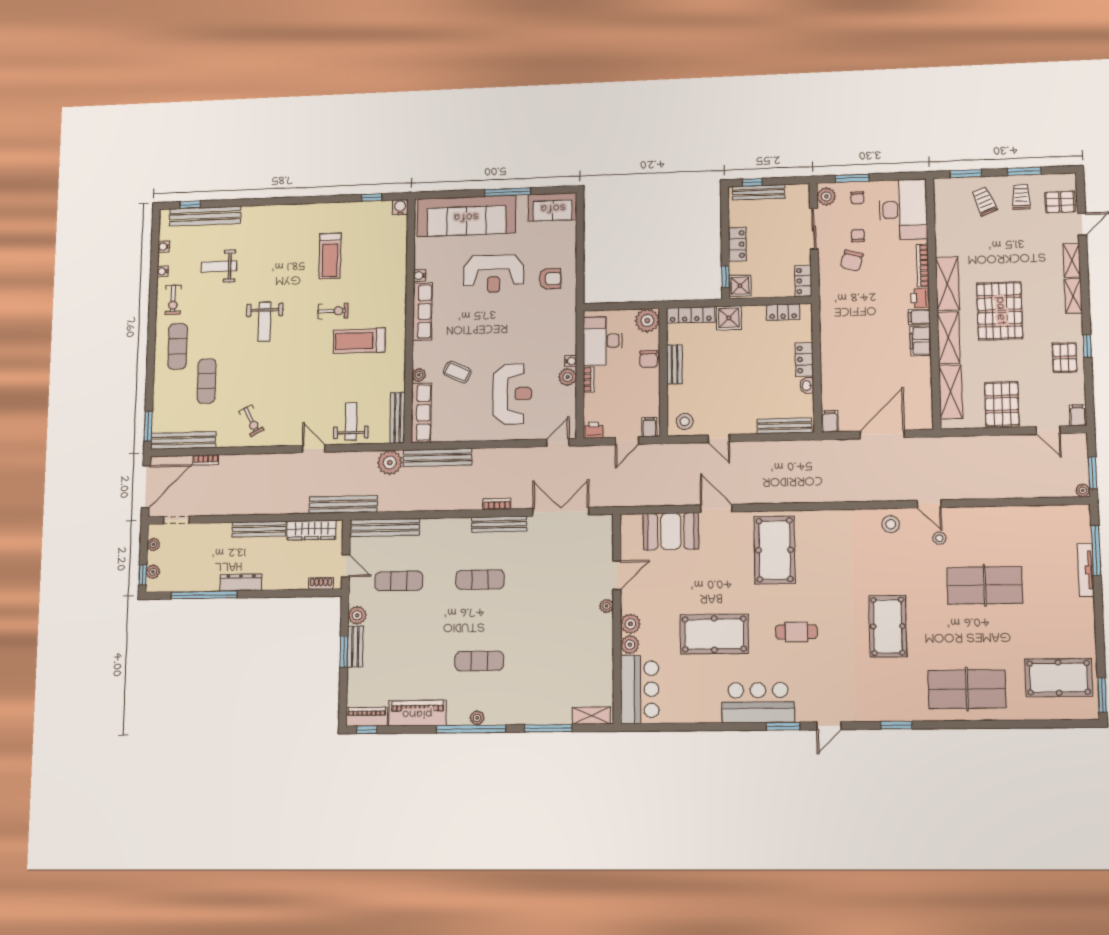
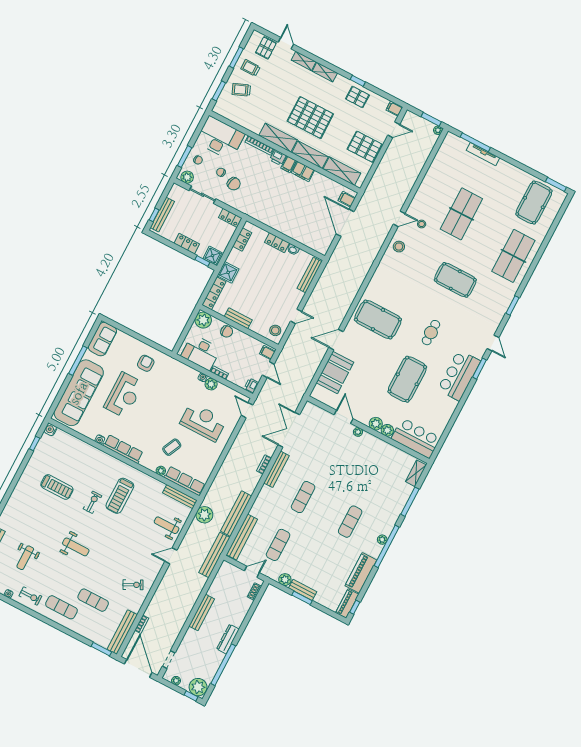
filing cabinet: (830, 421) -> (347, 199), moved
bench: (438, 458) -> (236, 514), moved
wardrobe: (311, 530) -> (219, 581), removed
plant: (153, 572) -> (198, 687), width x1.88, depth x1.88

